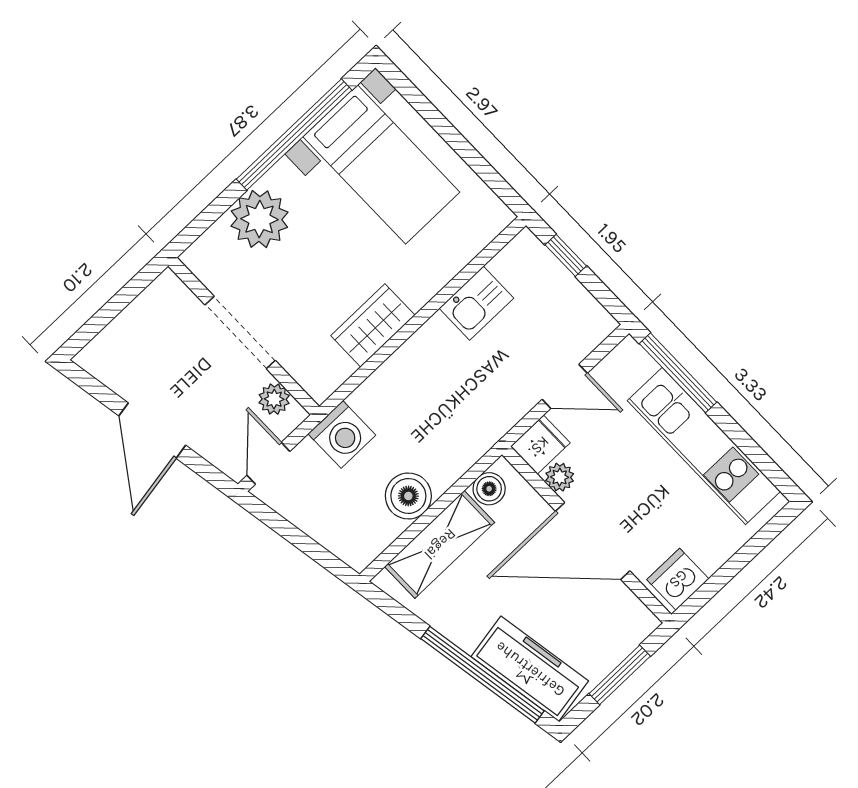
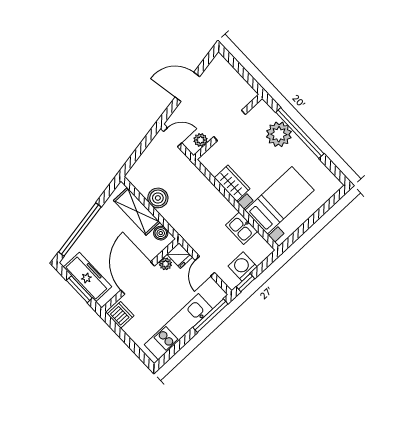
window: (294, 135) -> (300, 133), moved
bed with nightstands: (381, 164) -> (280, 200), moved, turned 180
window: (566, 255) -> (246, 283), moved
washing machine: (342, 434) -> (243, 266), moved, turned 90
freezer: (530, 669) -> (87, 277), moved, turned -80

